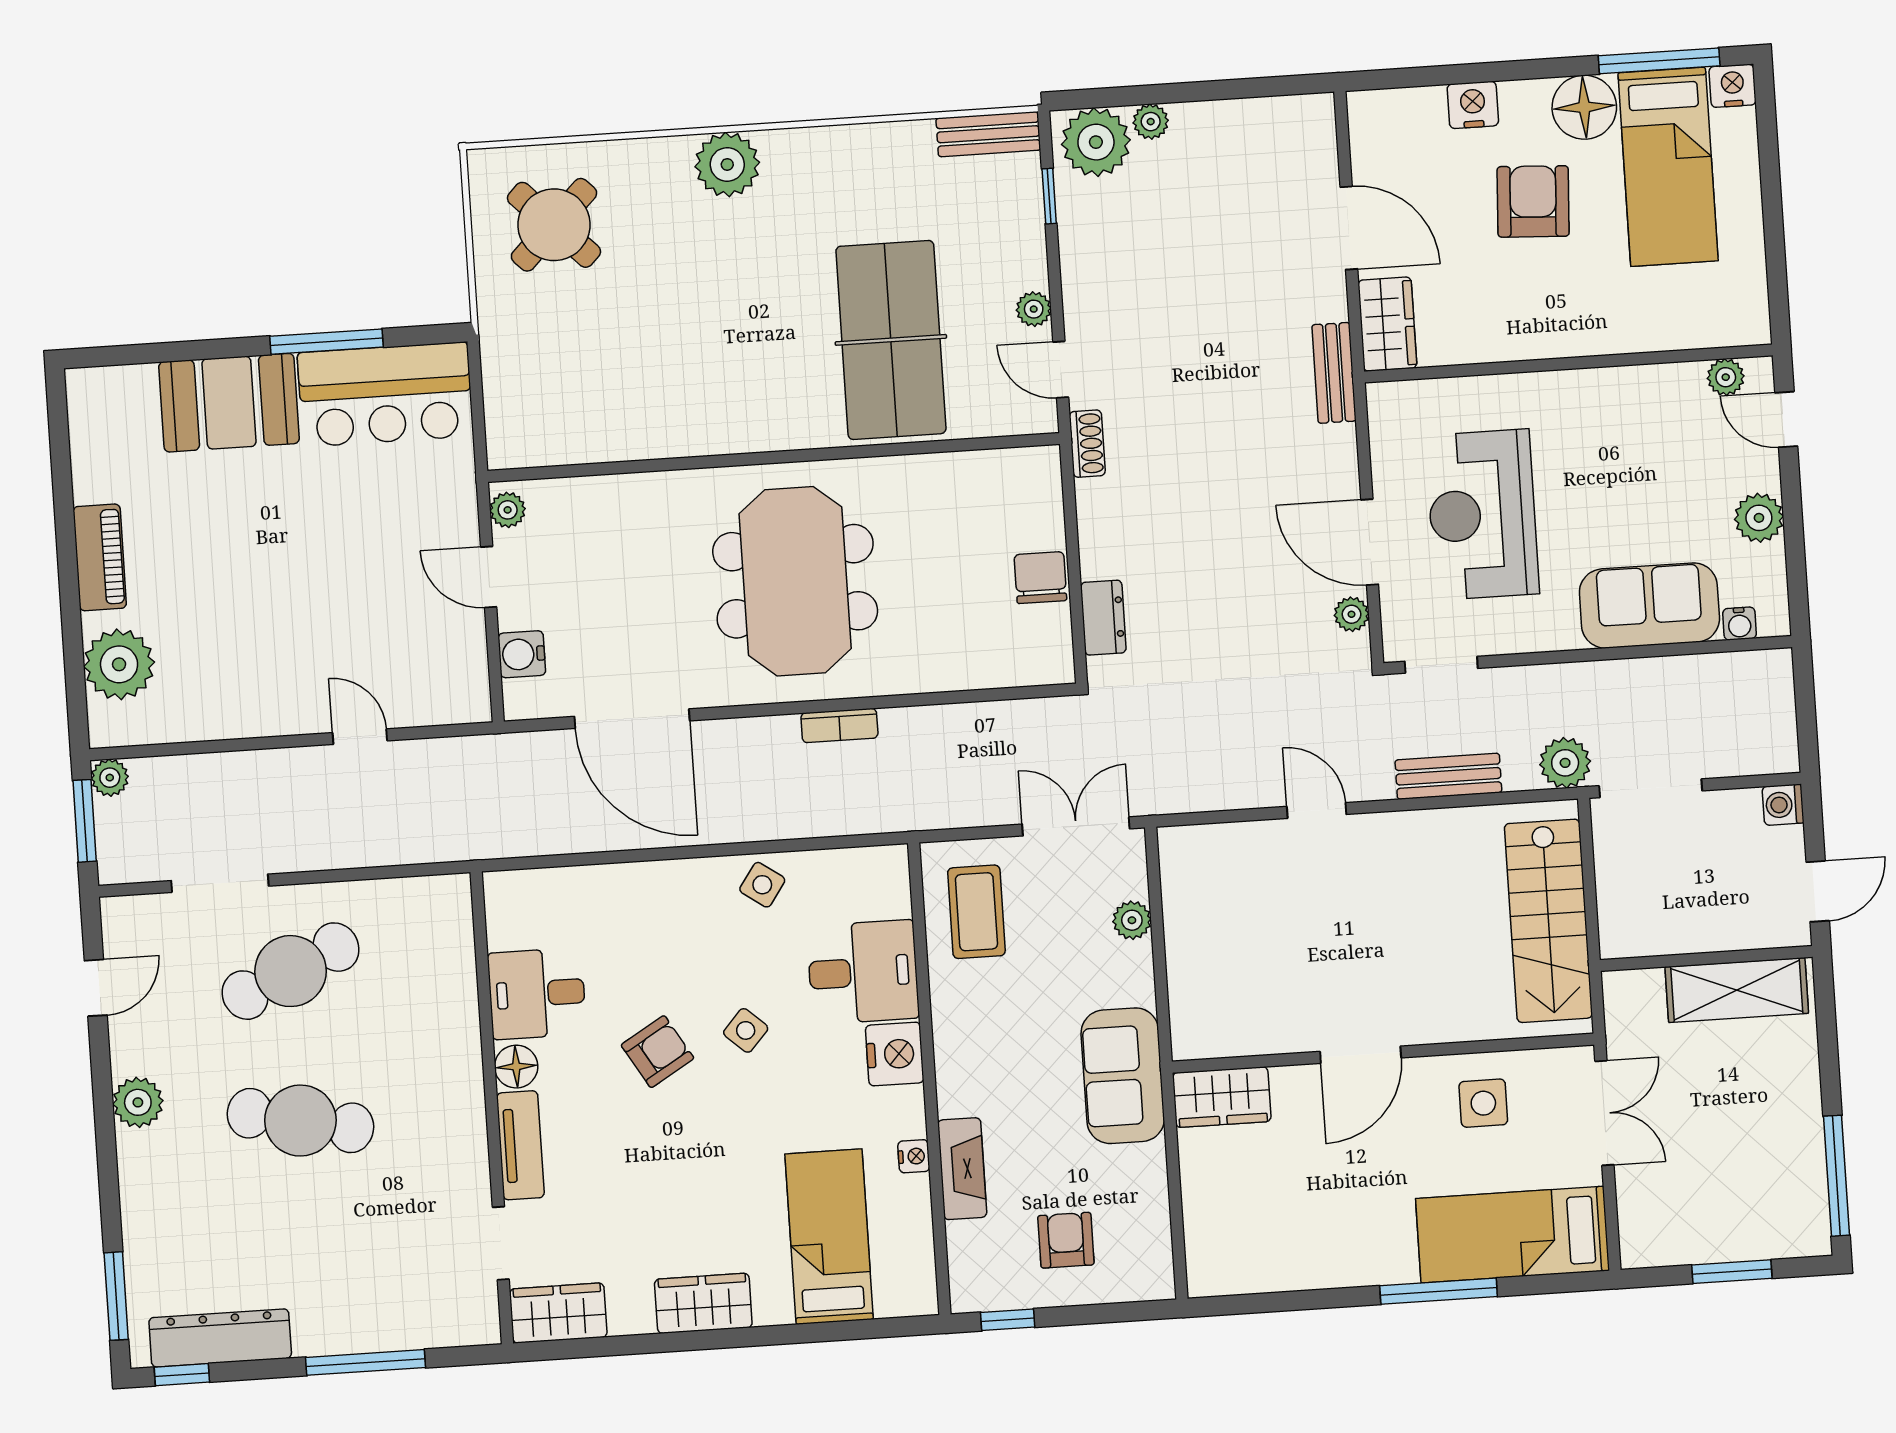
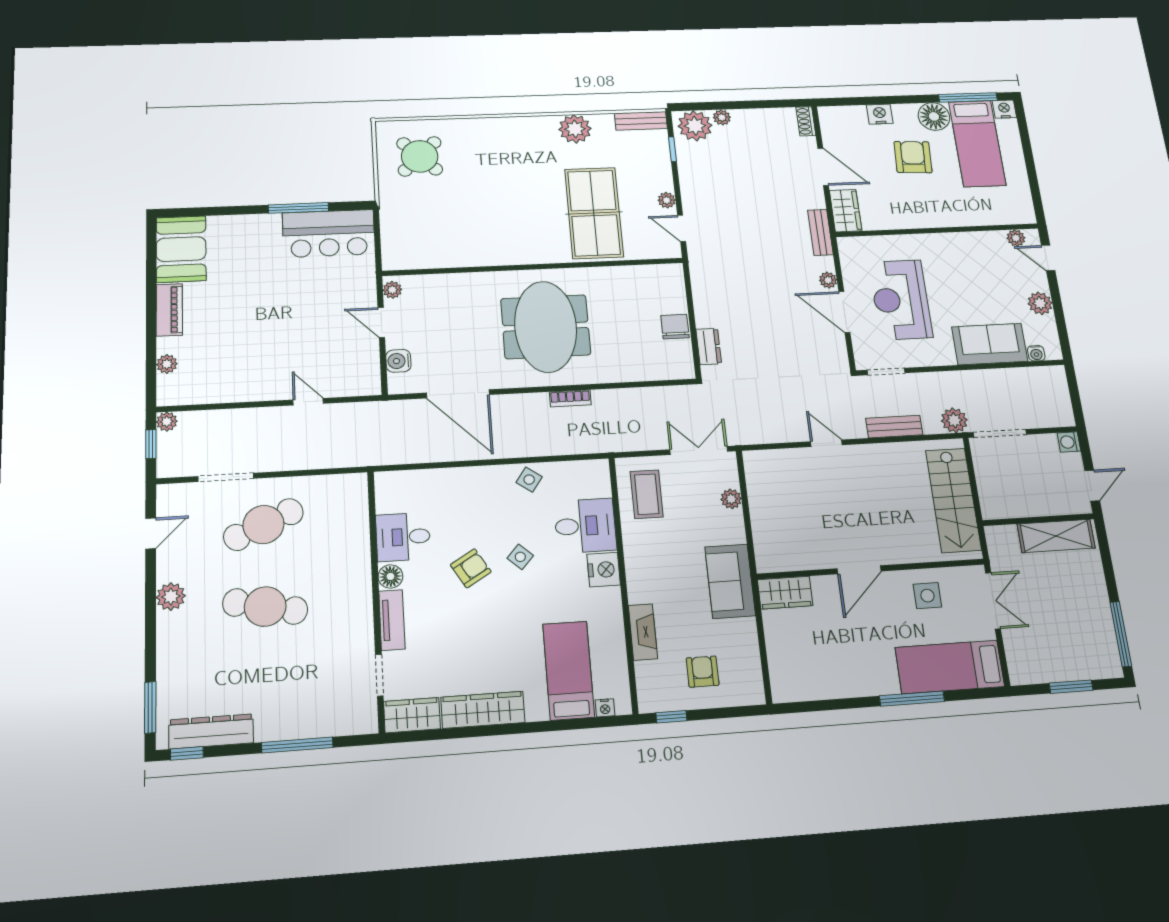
plant: (727, 164) -> (575, 129), moved
booth: (229, 403) -> (181, 249), moved, turned 90
shoe rack: (1087, 444) -> (806, 121), moved, turned 180
plant: (1352, 614) -> (828, 280), moved
plant: (119, 664) -> (167, 364), width x0.53, depth x0.53
window: (85, 821) -> (151, 444), width x0.67
nightstand: (914, 1156) -> (605, 708), moved, turned 90
wardrobe: (703, 1303) -> (483, 710), width x1.50

